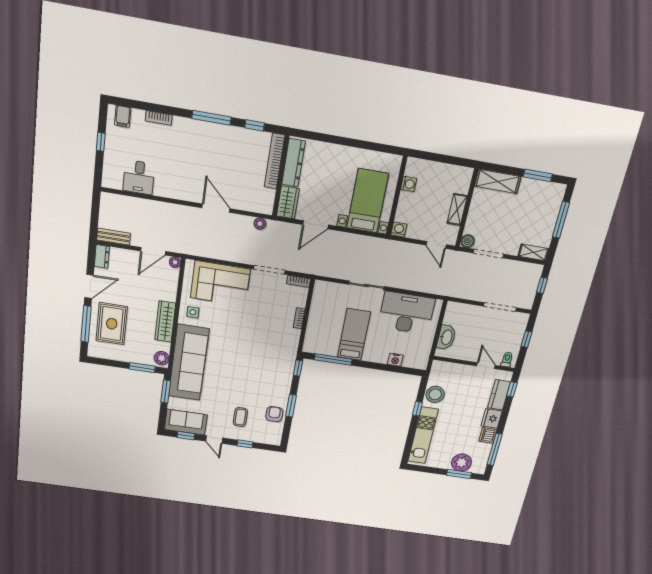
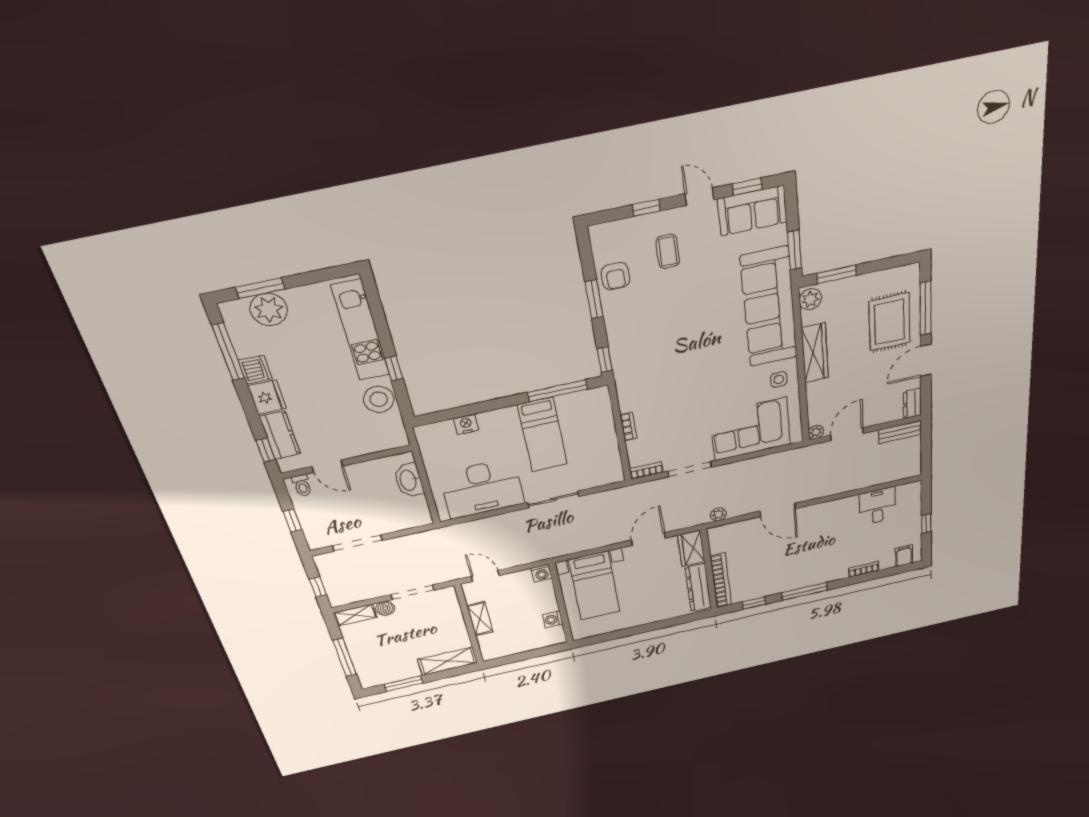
boiler: (468, 241) -> (385, 608), moved

